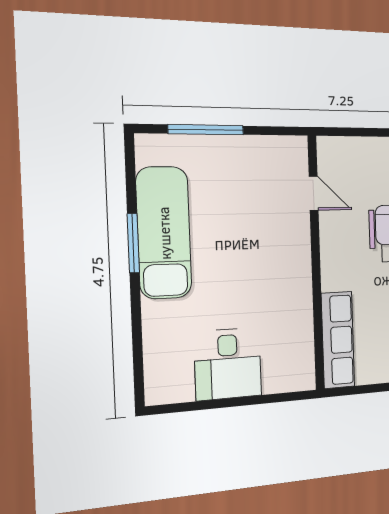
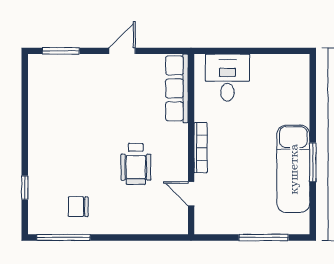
bookcase: (303, 259) -> (201, 148), added
desk: (228, 364) -> (227, 78), moved

